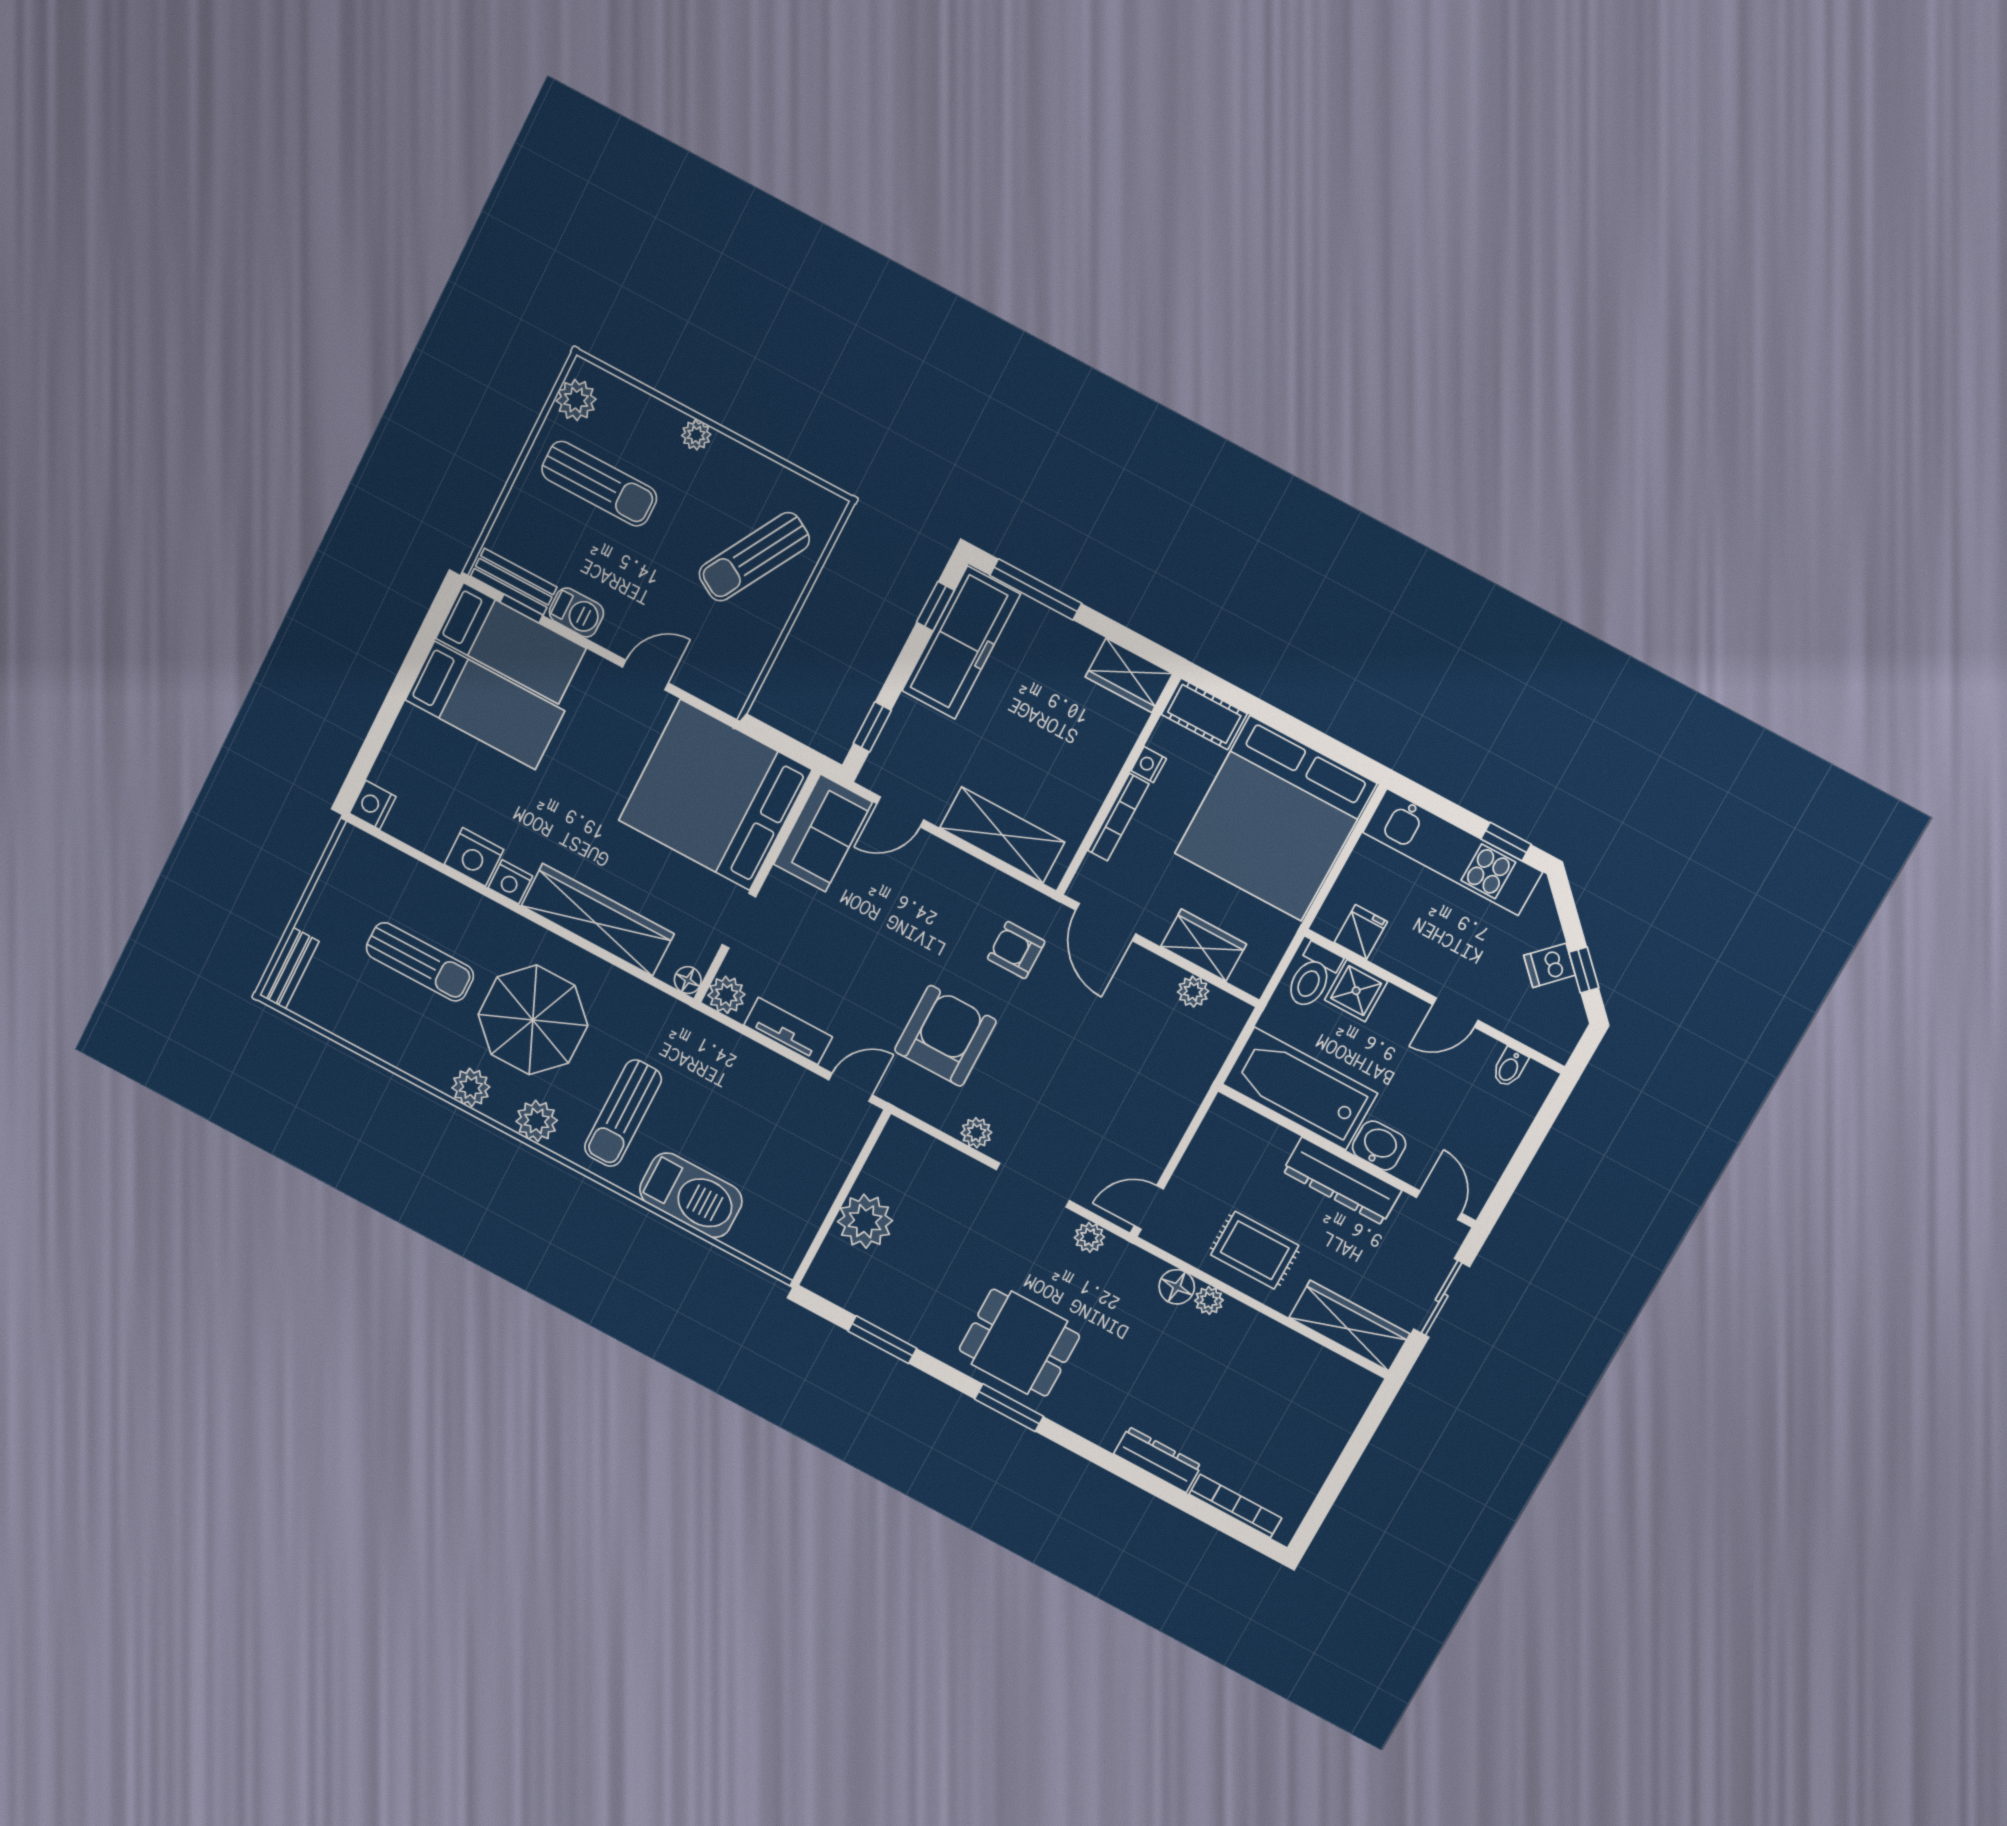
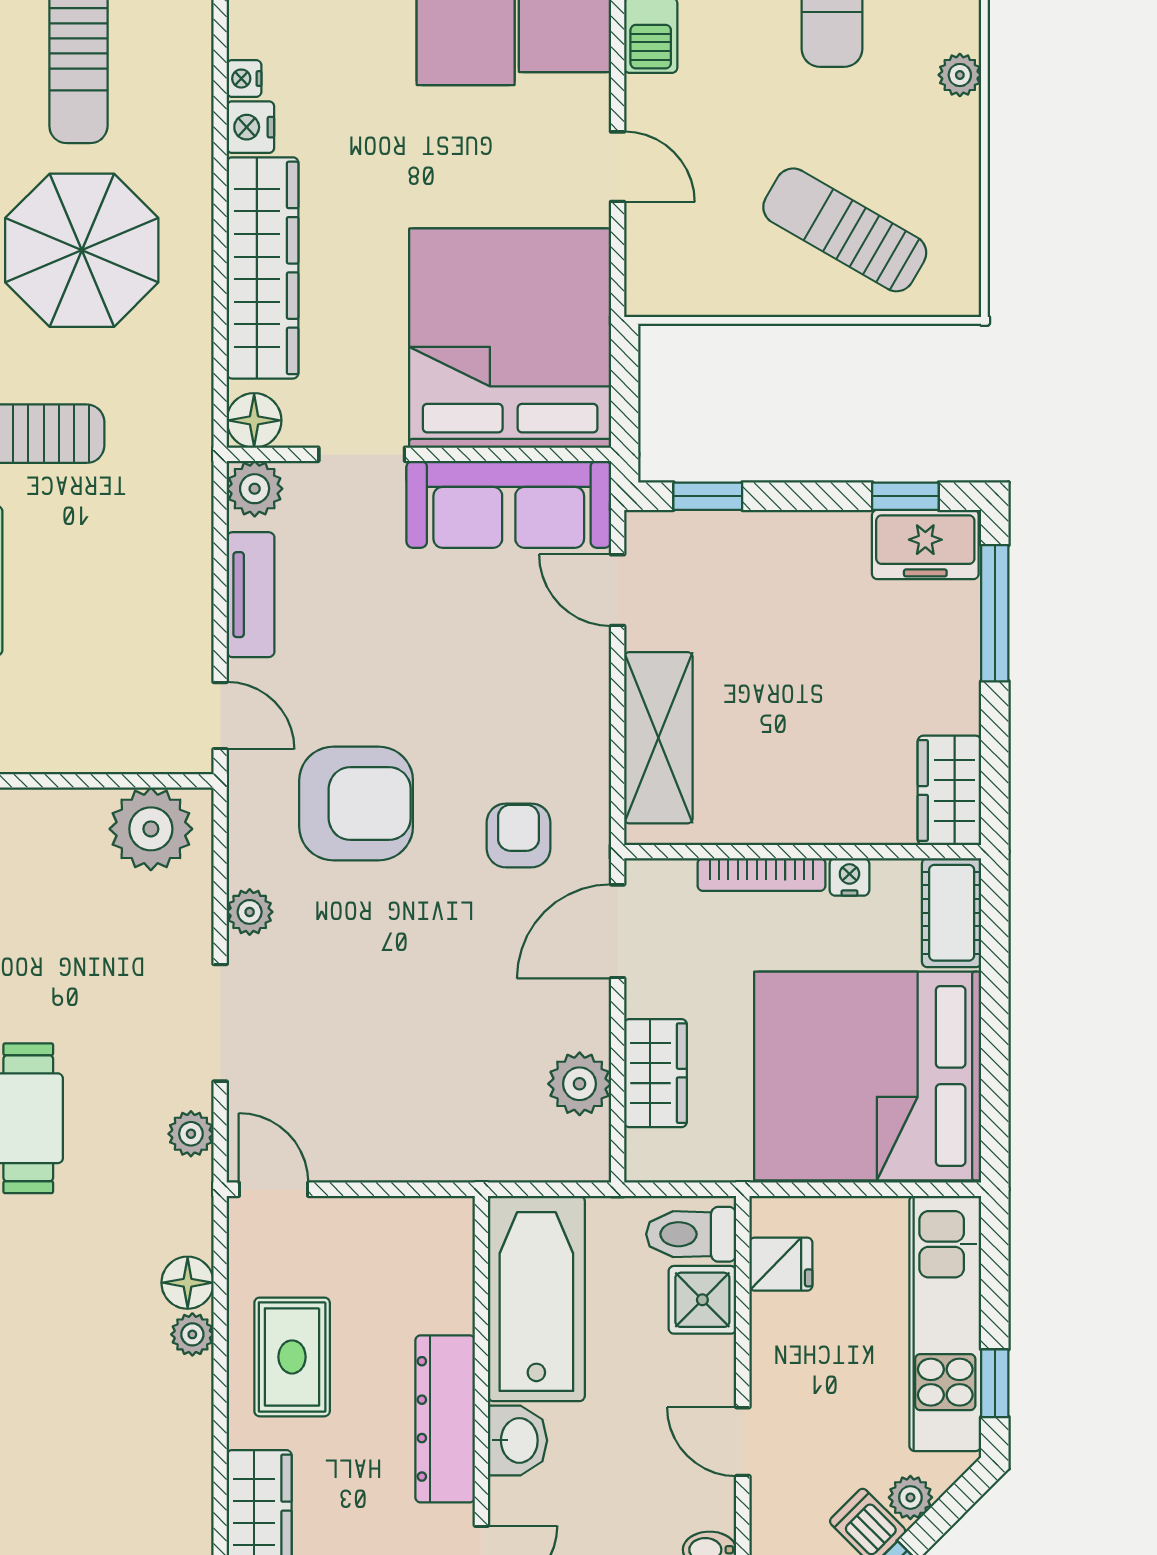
freezer: (961, 643) -> (925, 544), width x0.52, depth x0.79
sofa: (823, 833) -> (509, 504), width x1.36
nightstand: (474, 857) -> (244, 79), width x0.53, depth x0.56
plant: (1547, 930) -> (910, 1497), added
floor lamp: (688, 980) -> (254, 420), width x1.37, depth x1.37
plant: (1193, 992) -> (580, 1084), width x1.38, depth x1.38
plant: (865, 1221) -> (151, 829), moved

